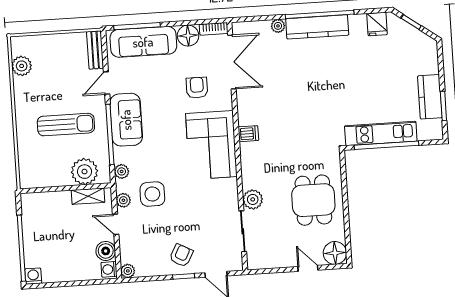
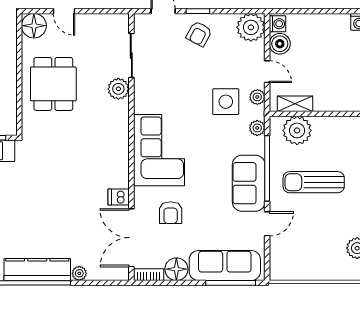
bench: (95, 50) -> (277, 260), removed
dishwasher: (248, 134) -> (119, 197), moved
plant: (128, 271) -> (251, 27), width x1.88, depth x1.88

